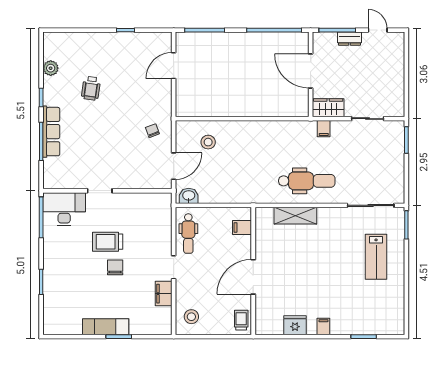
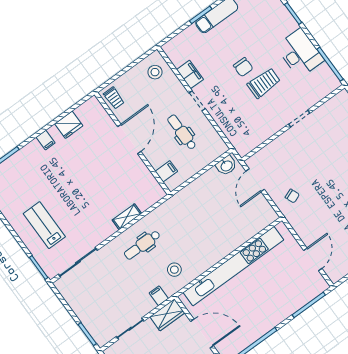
kitchen unit: (244, 108) -> (233, 266), added
stool: (208, 142) -> (174, 270), moved
dental chair: (307, 181) -> (142, 245), width x0.73, depth x0.72
desk: (64, 209) -> (300, 53), moved, turned -90
shelving: (295, 216) -> (127, 217), width x0.67, depth x0.75
dental chair: (188, 234) -> (182, 132), moved

